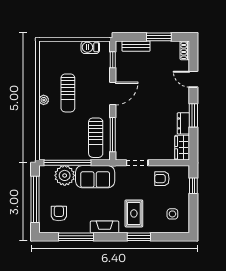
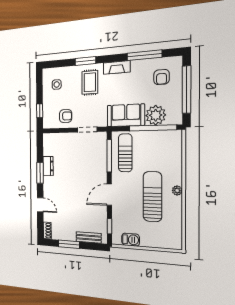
sun lounger: (68, 93) -> (152, 197), width x1.36, depth x1.34
wardrobe: (182, 148) -> (49, 144), removed

